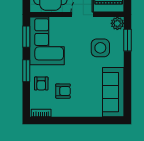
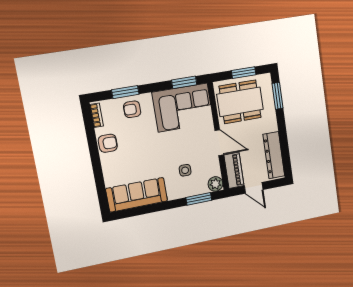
side table: (100, 48) -> (185, 170), width x0.54, depth x0.54
window: (26, 71) -> (125, 92), moved
armchair: (63, 91) -> (108, 143), moved, turned -90

